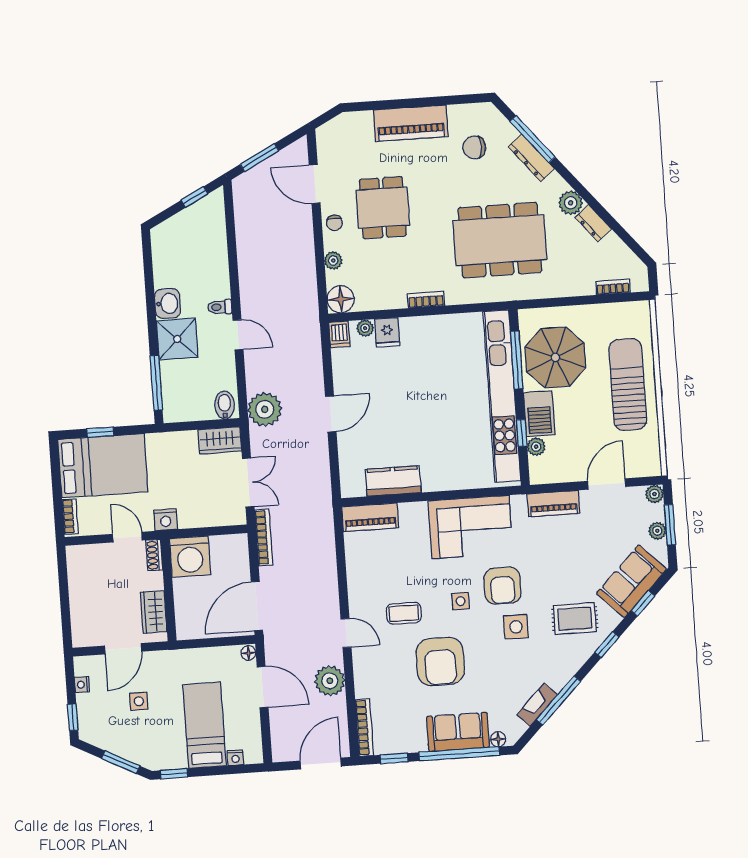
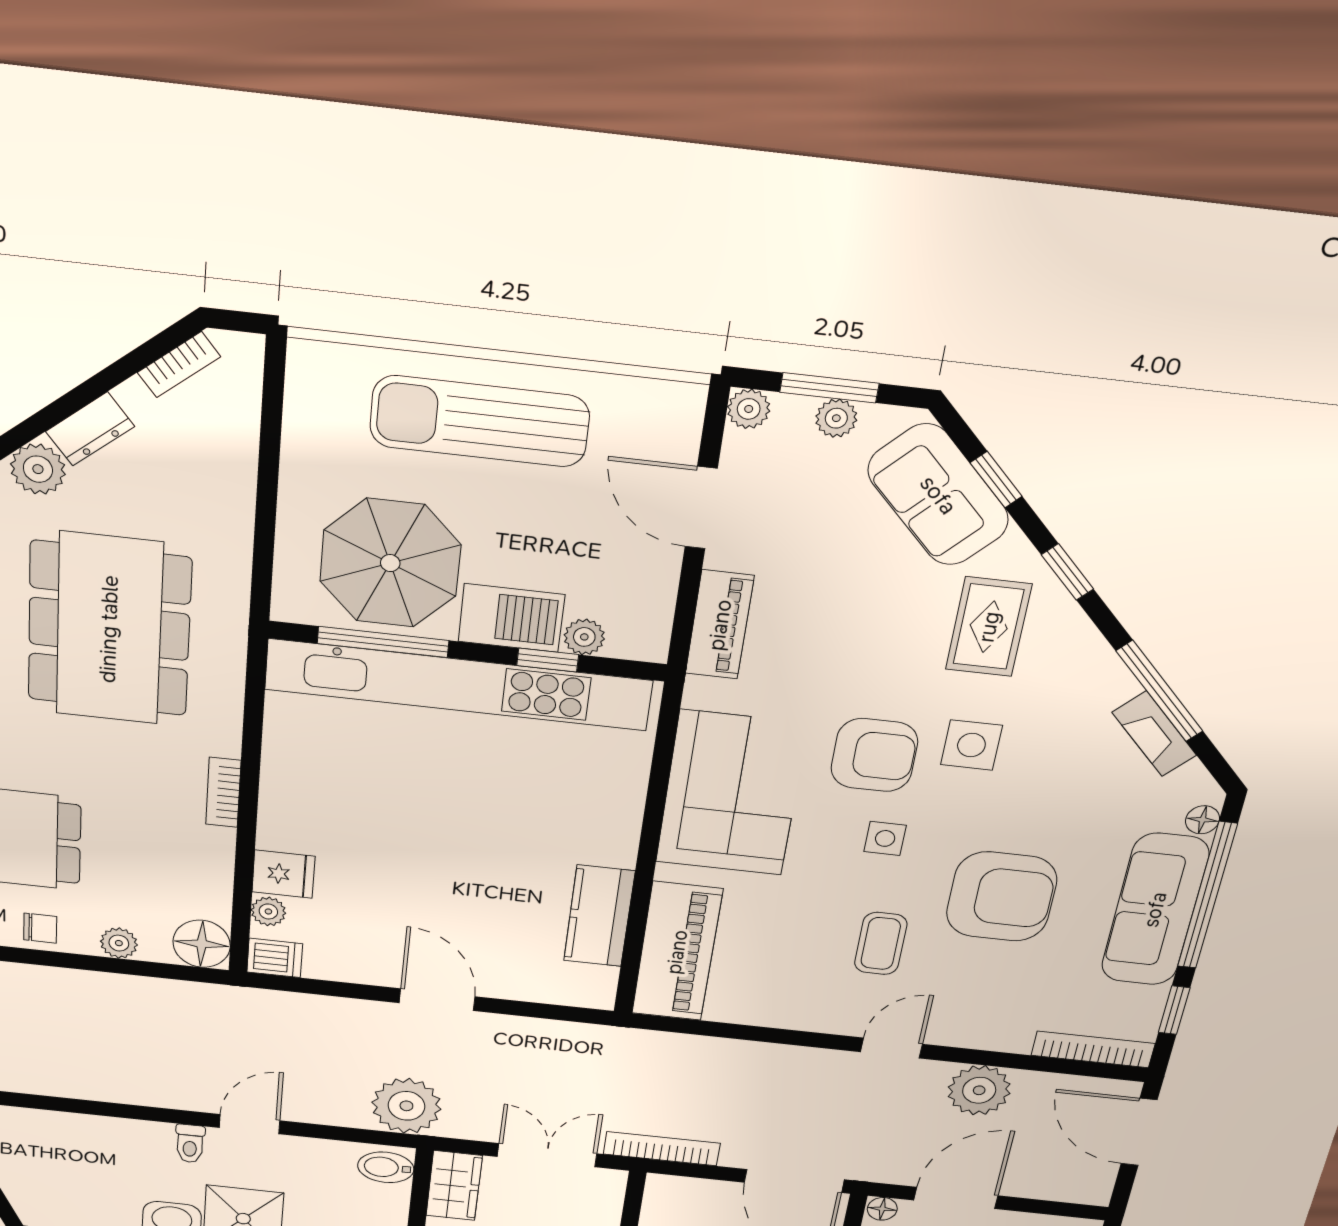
bookcase: (613, 287) -> (179, 365), moved, turned -129
piano: (370, 517) -> (677, 952), width x1.37, depth x1.33
sofa: (458, 732) -> (1155, 910), width x1.36

